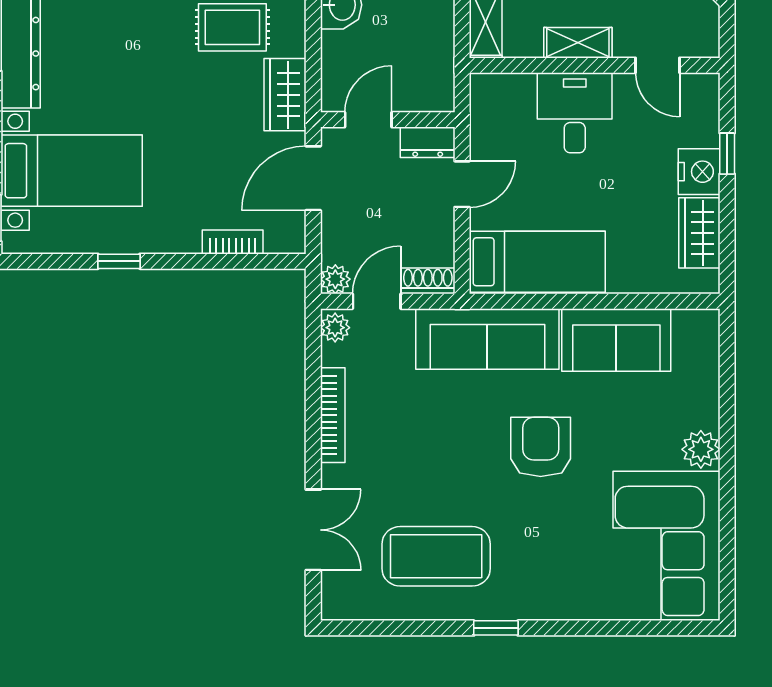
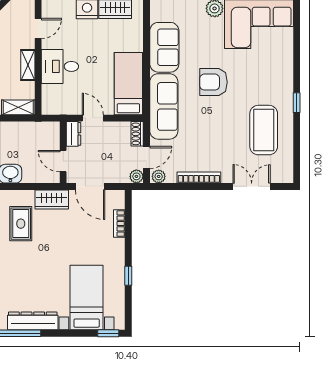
door: (377, 301) -> (147, 157), swing flipped

